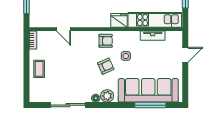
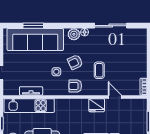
fridge: (119, 20) -> (97, 105), moved
coffee table: (39, 69) -> (99, 70), moved
window: (150, 105) -> (33, 26), width x0.69

